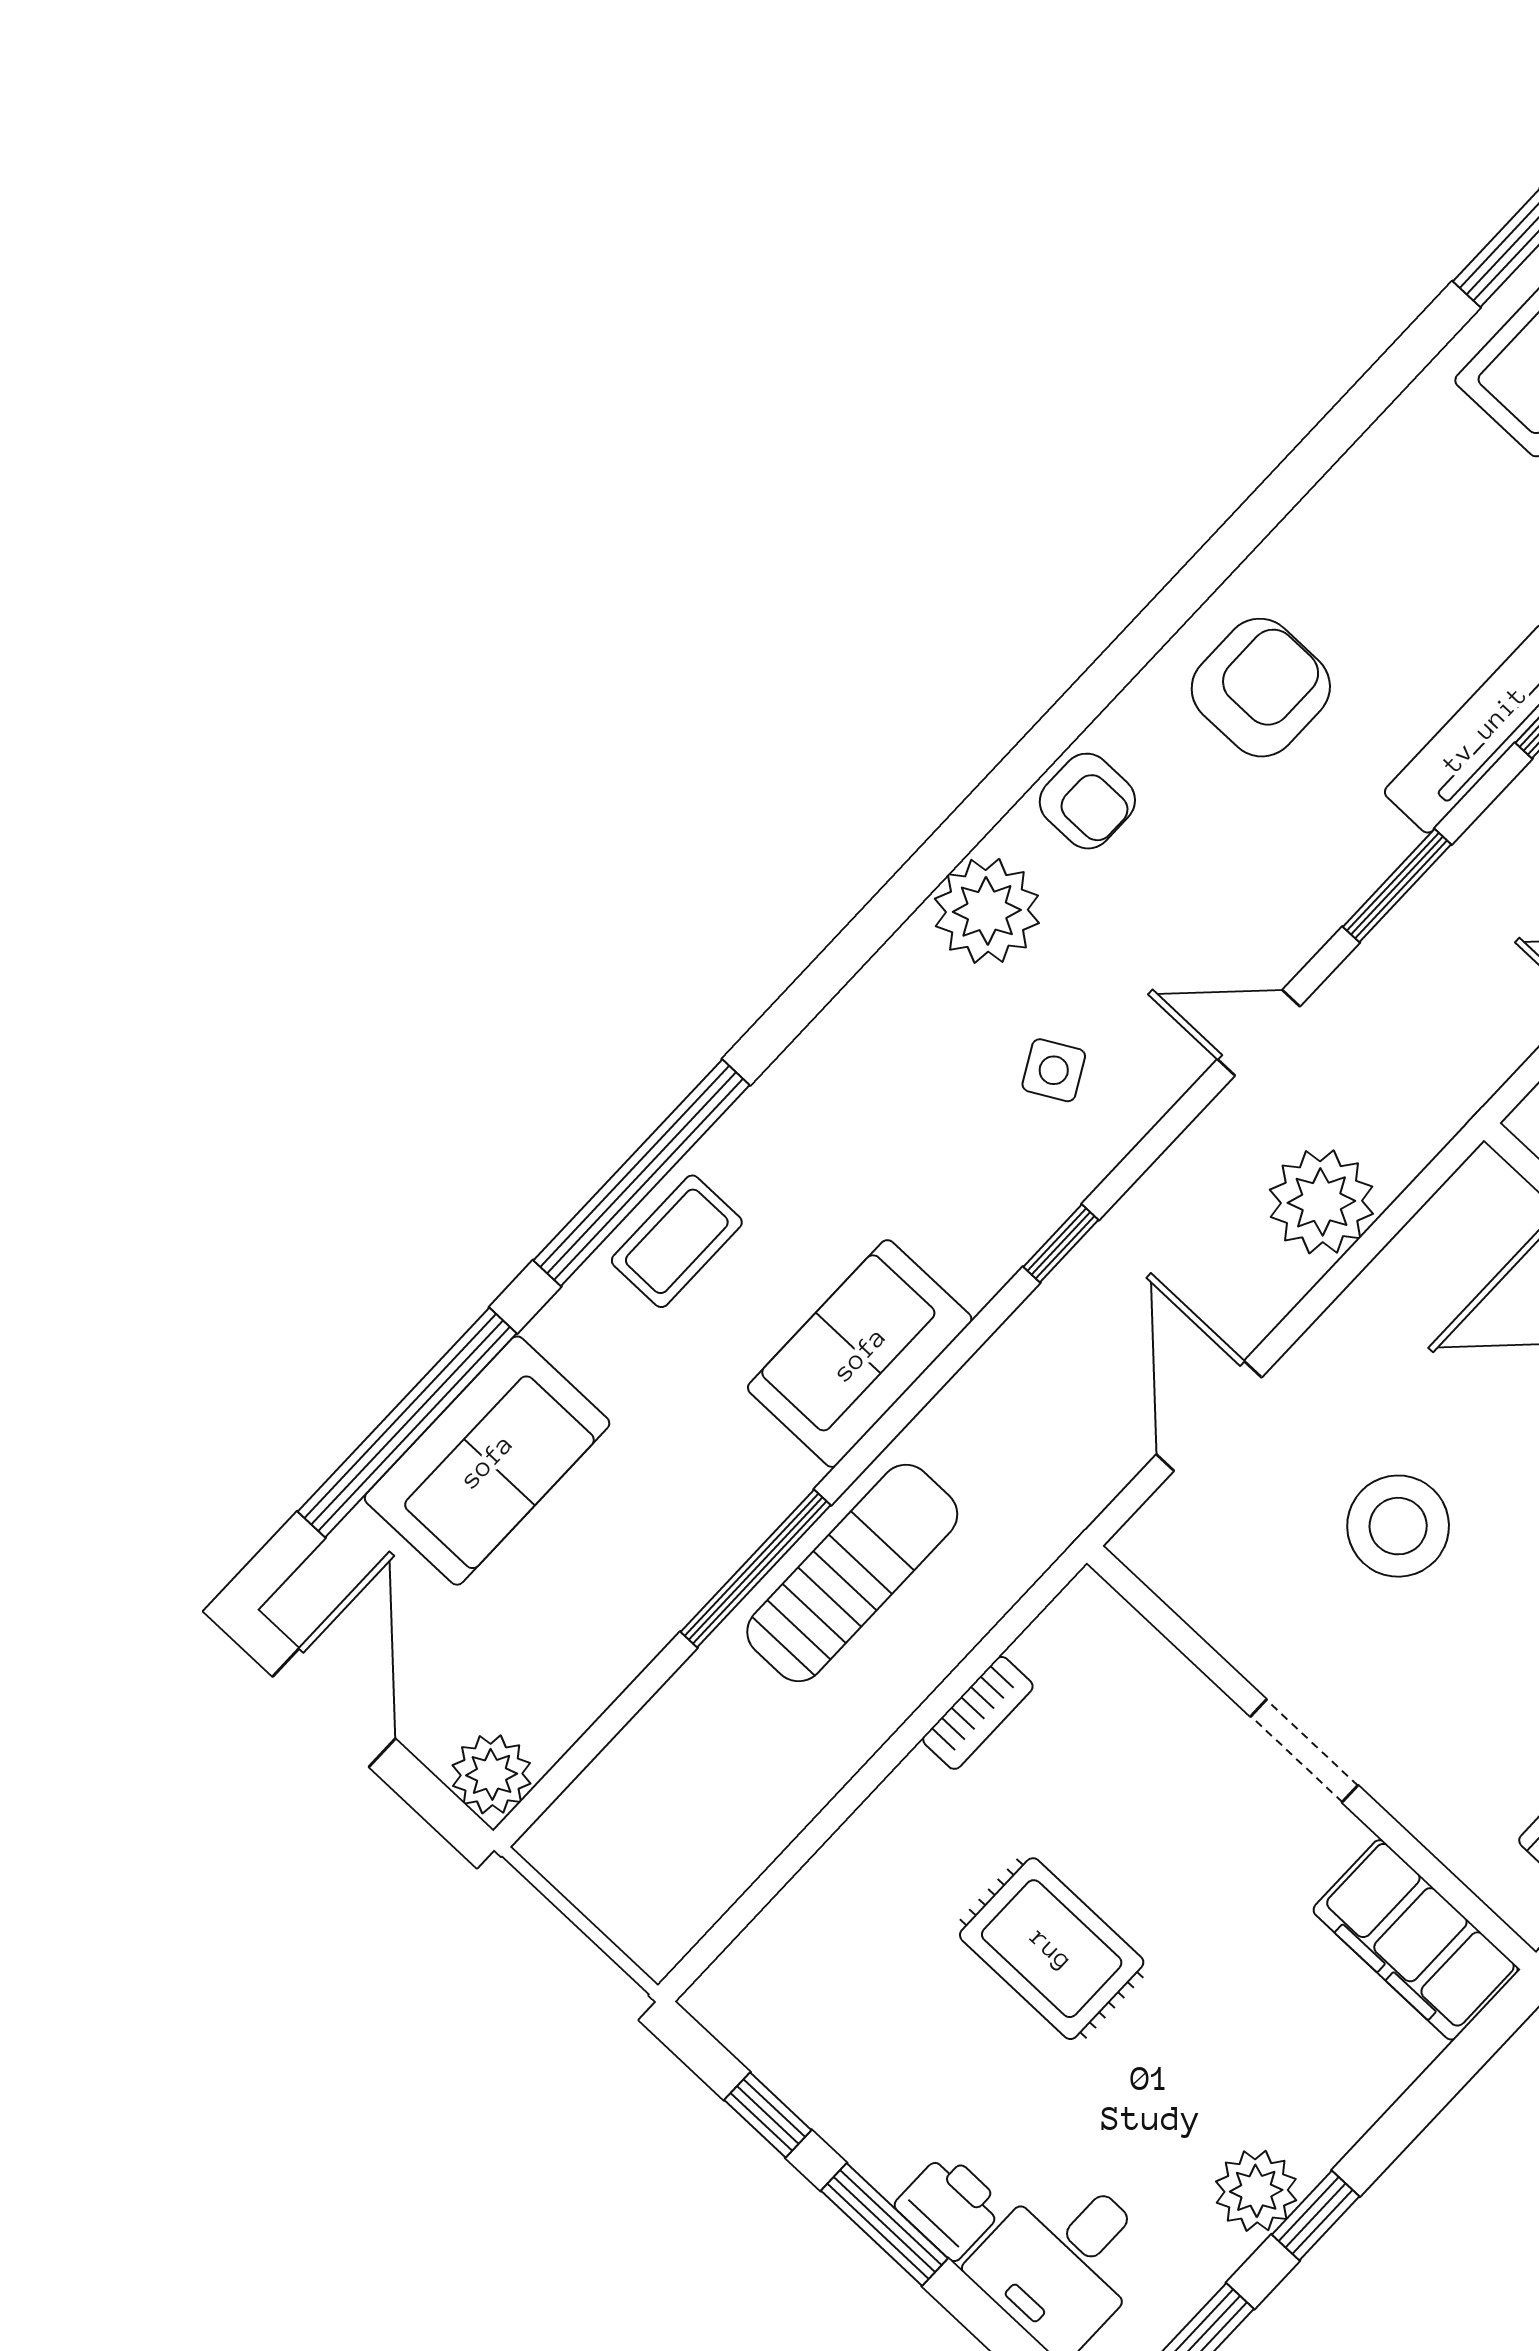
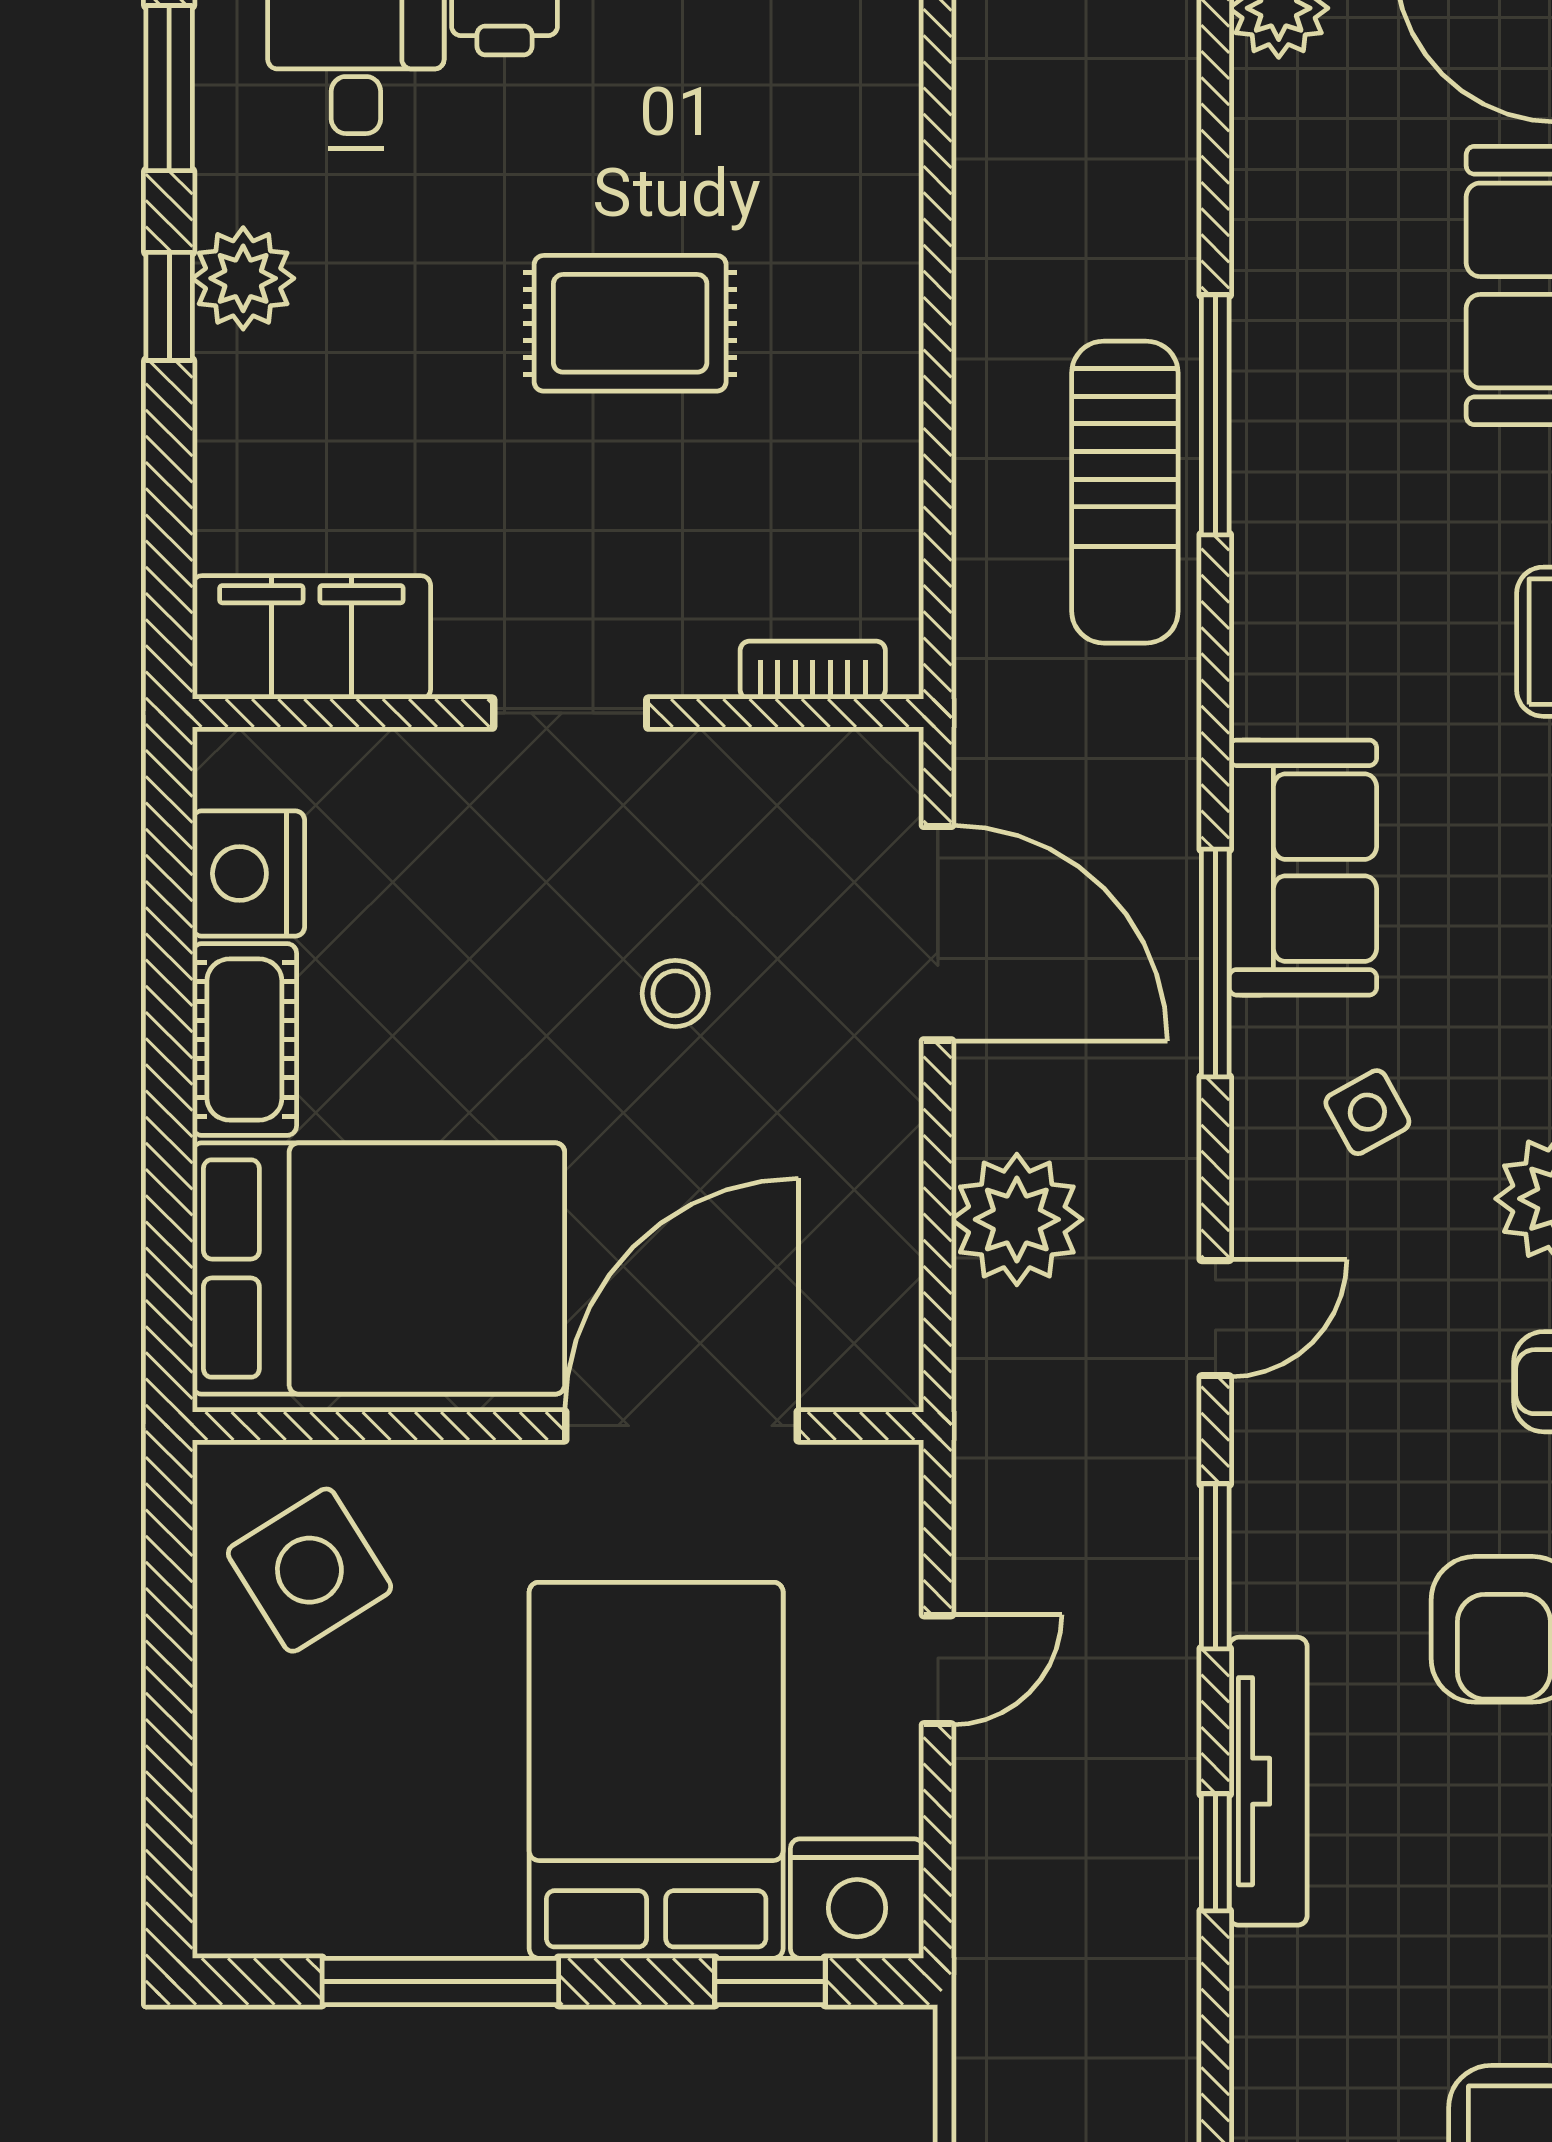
window: (1061, 1243) -> (1215, 963), width x2.17
sofa: (860, 1354) -> (1303, 868), moved
door: (1209, 1416) -> (938, 933), width x1.36
stool: (1398, 1526) -> (675, 993), width x0.53, depth x0.53
bookcase: (978, 1713) -> (813, 670), moved, turned 90

